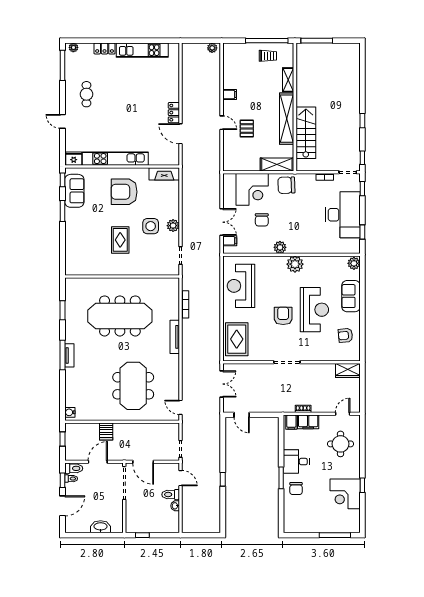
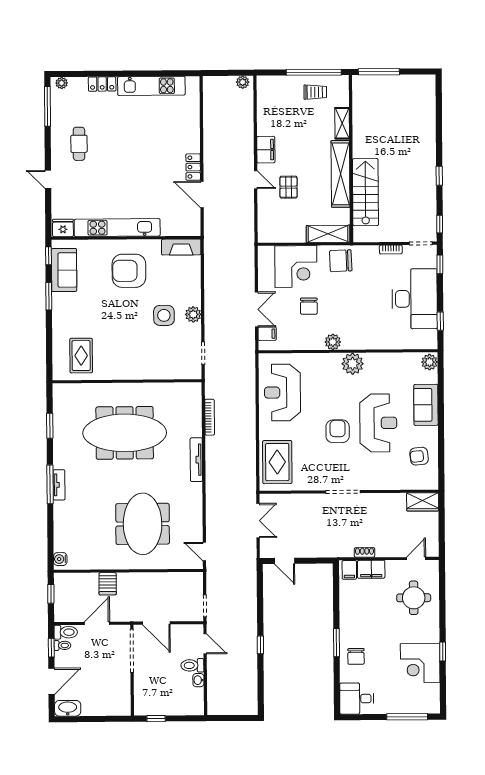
filing cabinet: (230, 95) -> (266, 150), width x2.00
rug: (120, 240) -> (81, 356), moved
desk: (296, 462) -> (357, 699), moved
washbasin: (101, 527) -> (68, 708), moved

